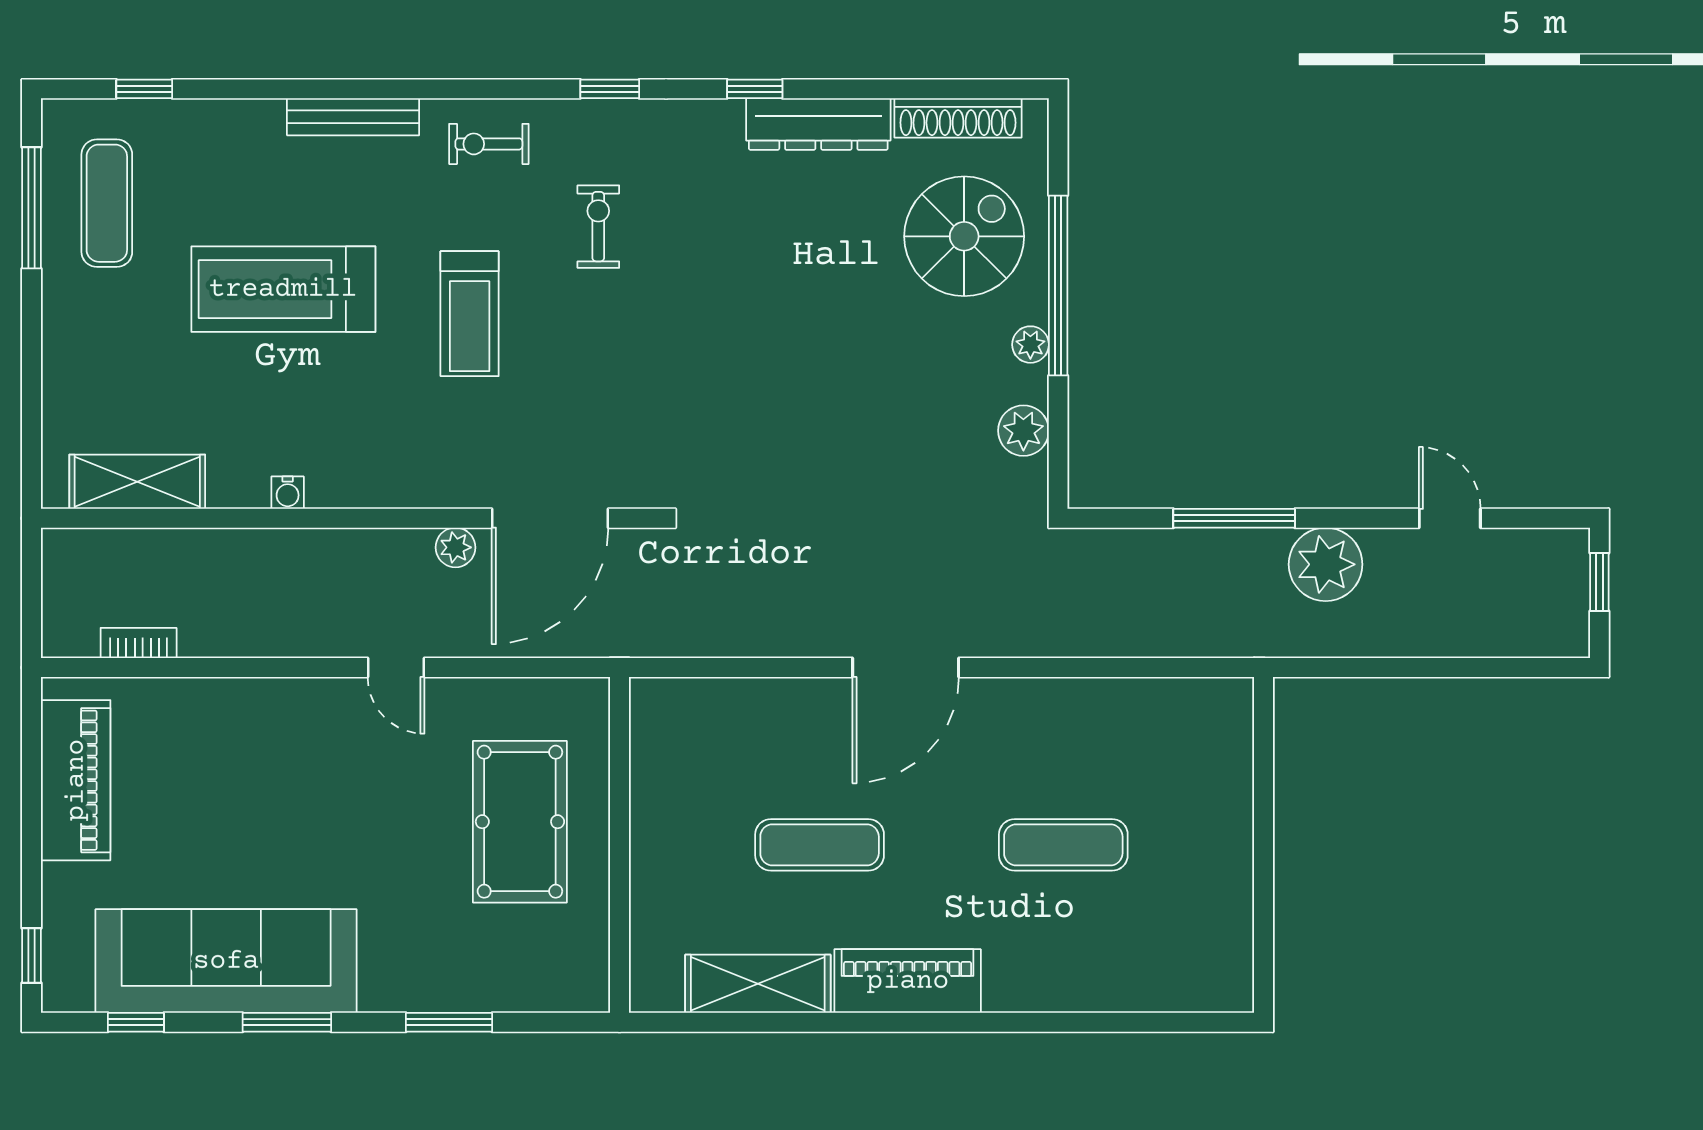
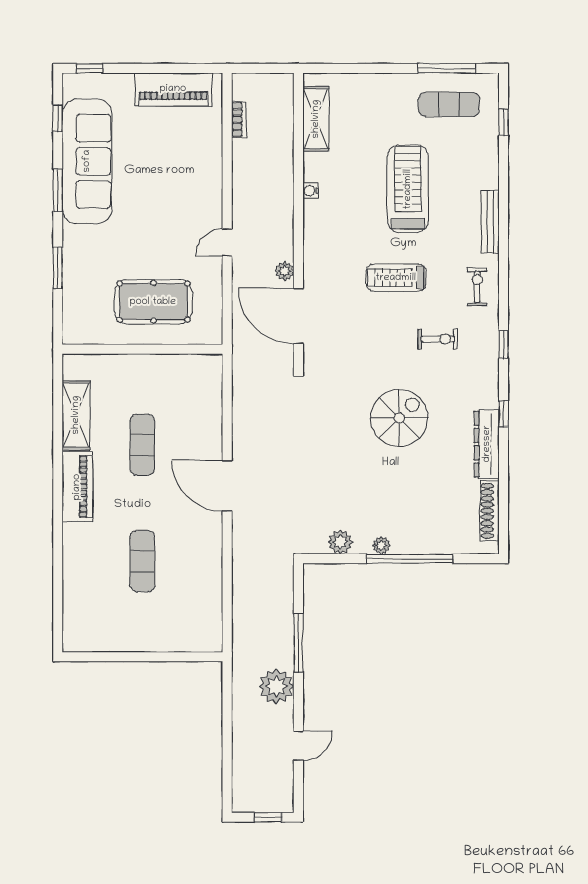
spiral stairs: (964, 236) -> (399, 418), moved, turned -90

